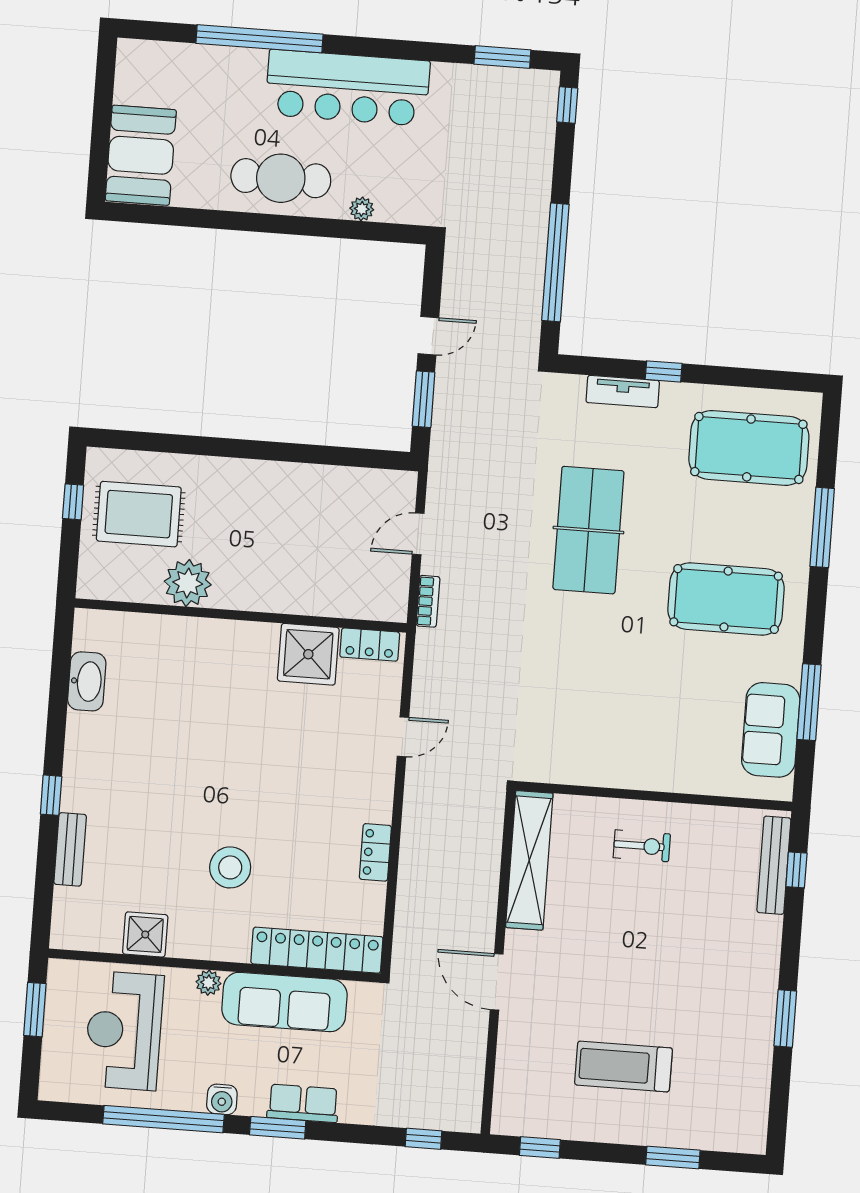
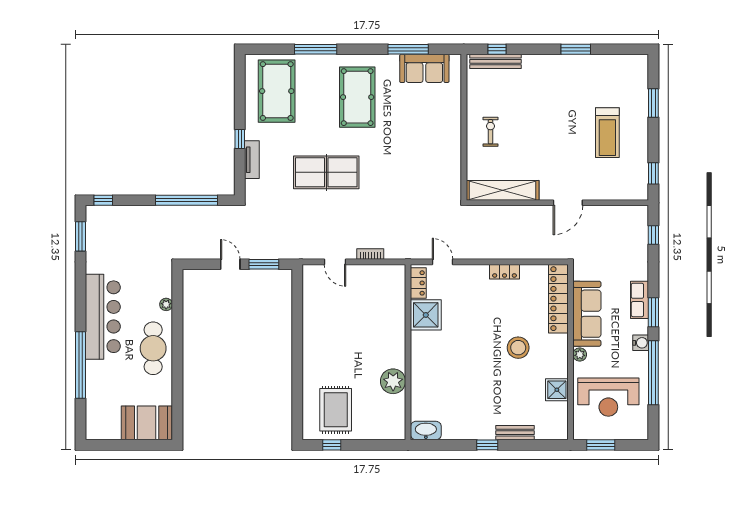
plant: (188, 583) -> (393, 381), moved
wall: (241, 615) -> (408, 352), moved
locker: (370, 645) -> (418, 283), moved
shower: (308, 654) -> (426, 315), moved

